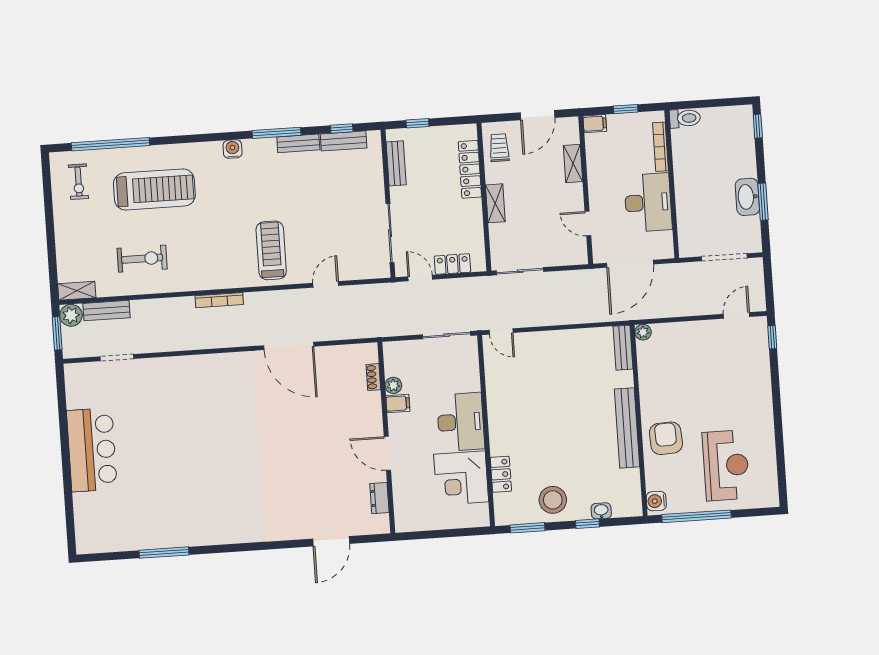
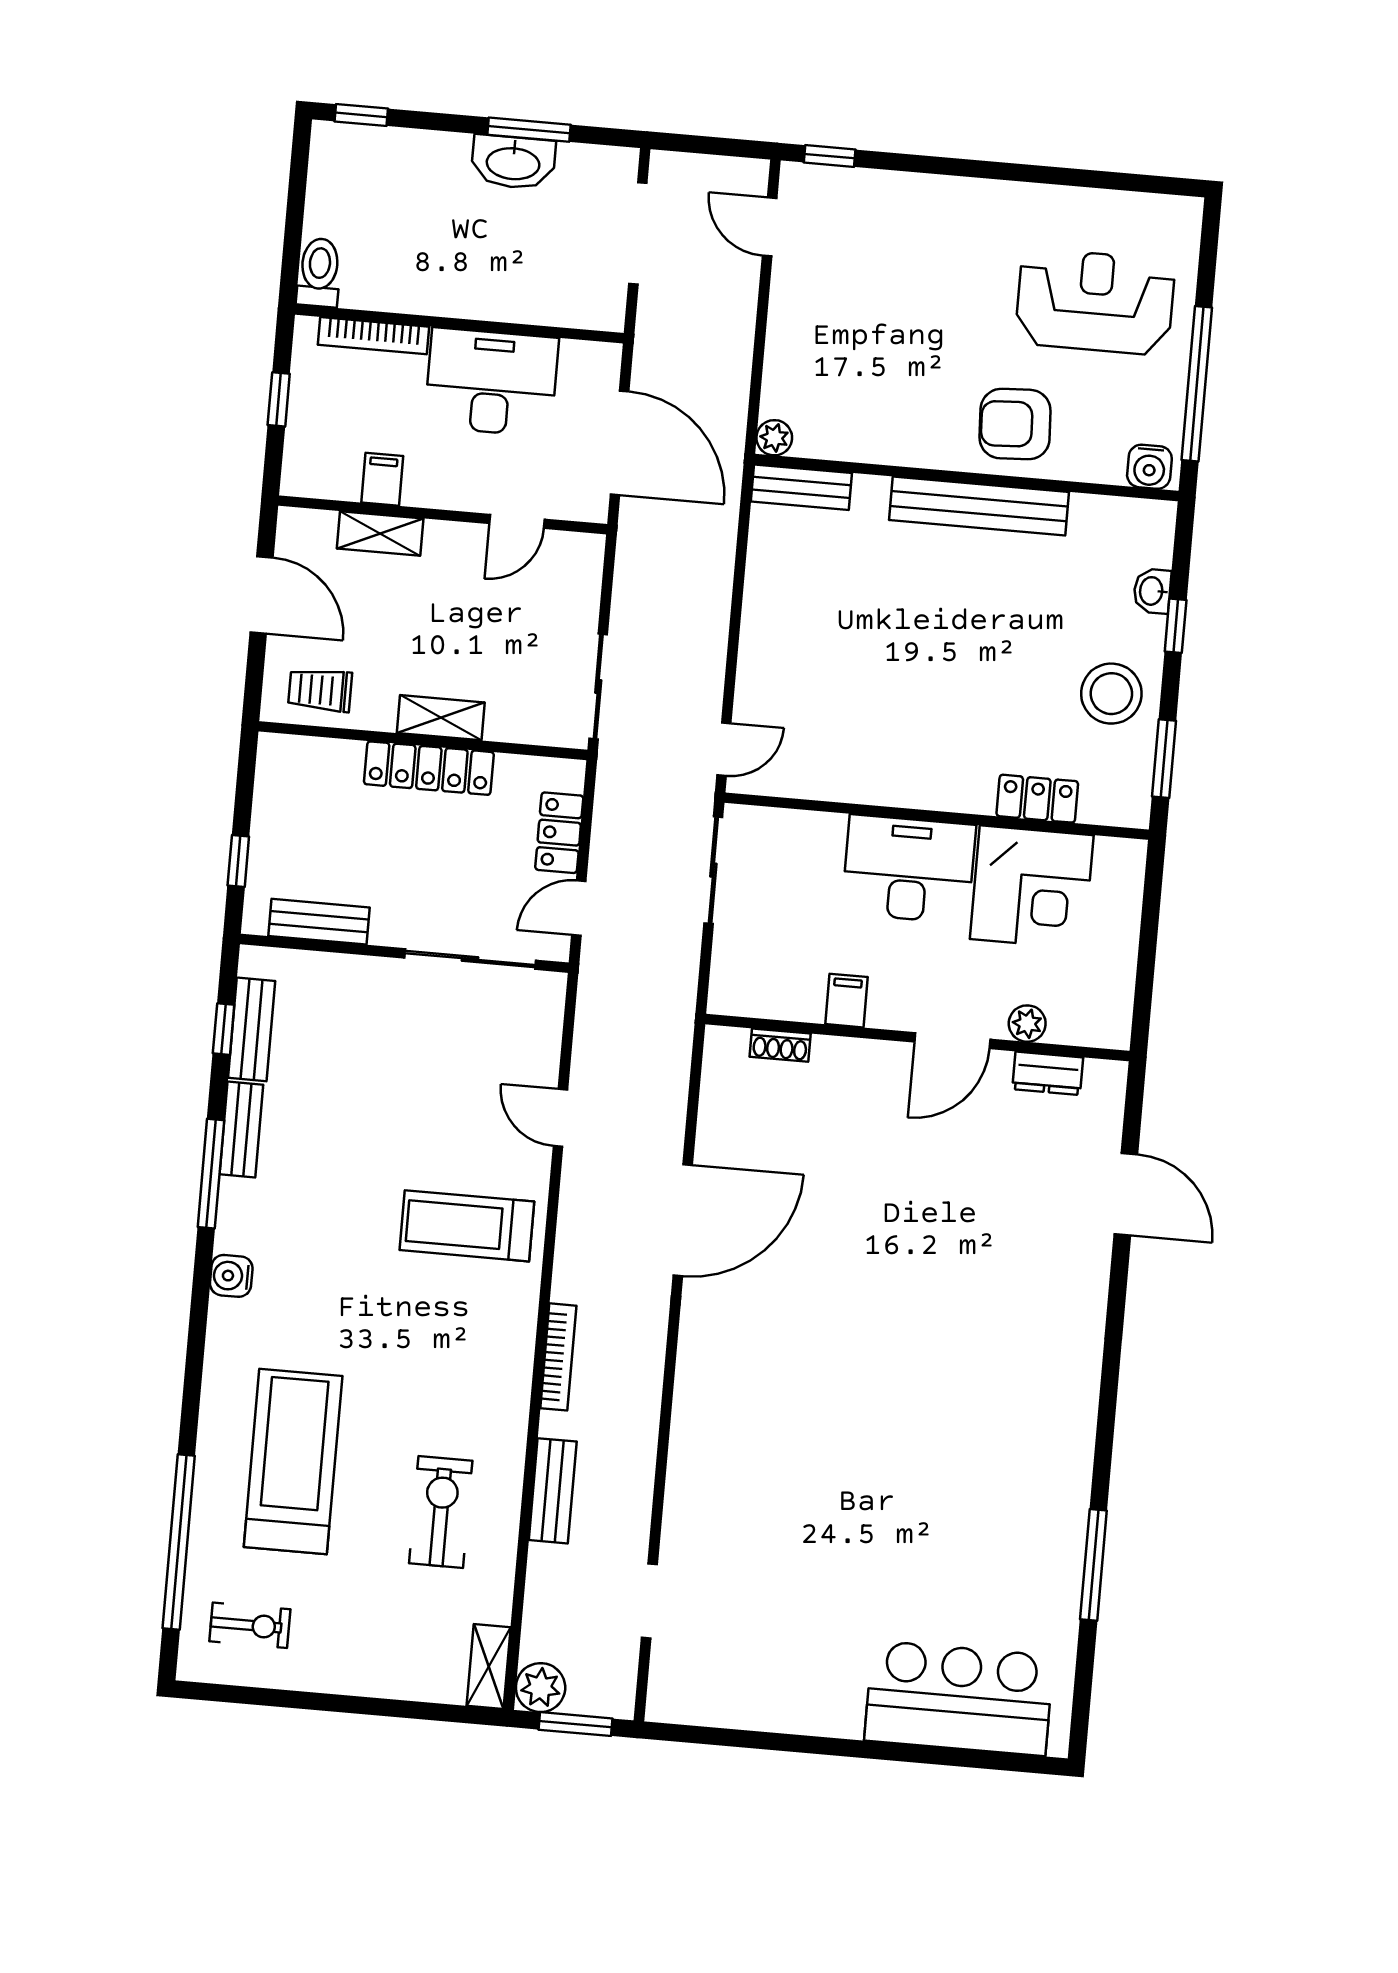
filing cabinet: (595, 124) -> (382, 479), moved
locker: (470, 169) -> (429, 768), moved
bench: (106, 311) -> (553, 1491), moved
plant: (393, 385) -> (1027, 1024), moved
bar counter: (92, 450) -> (959, 1698), moved

